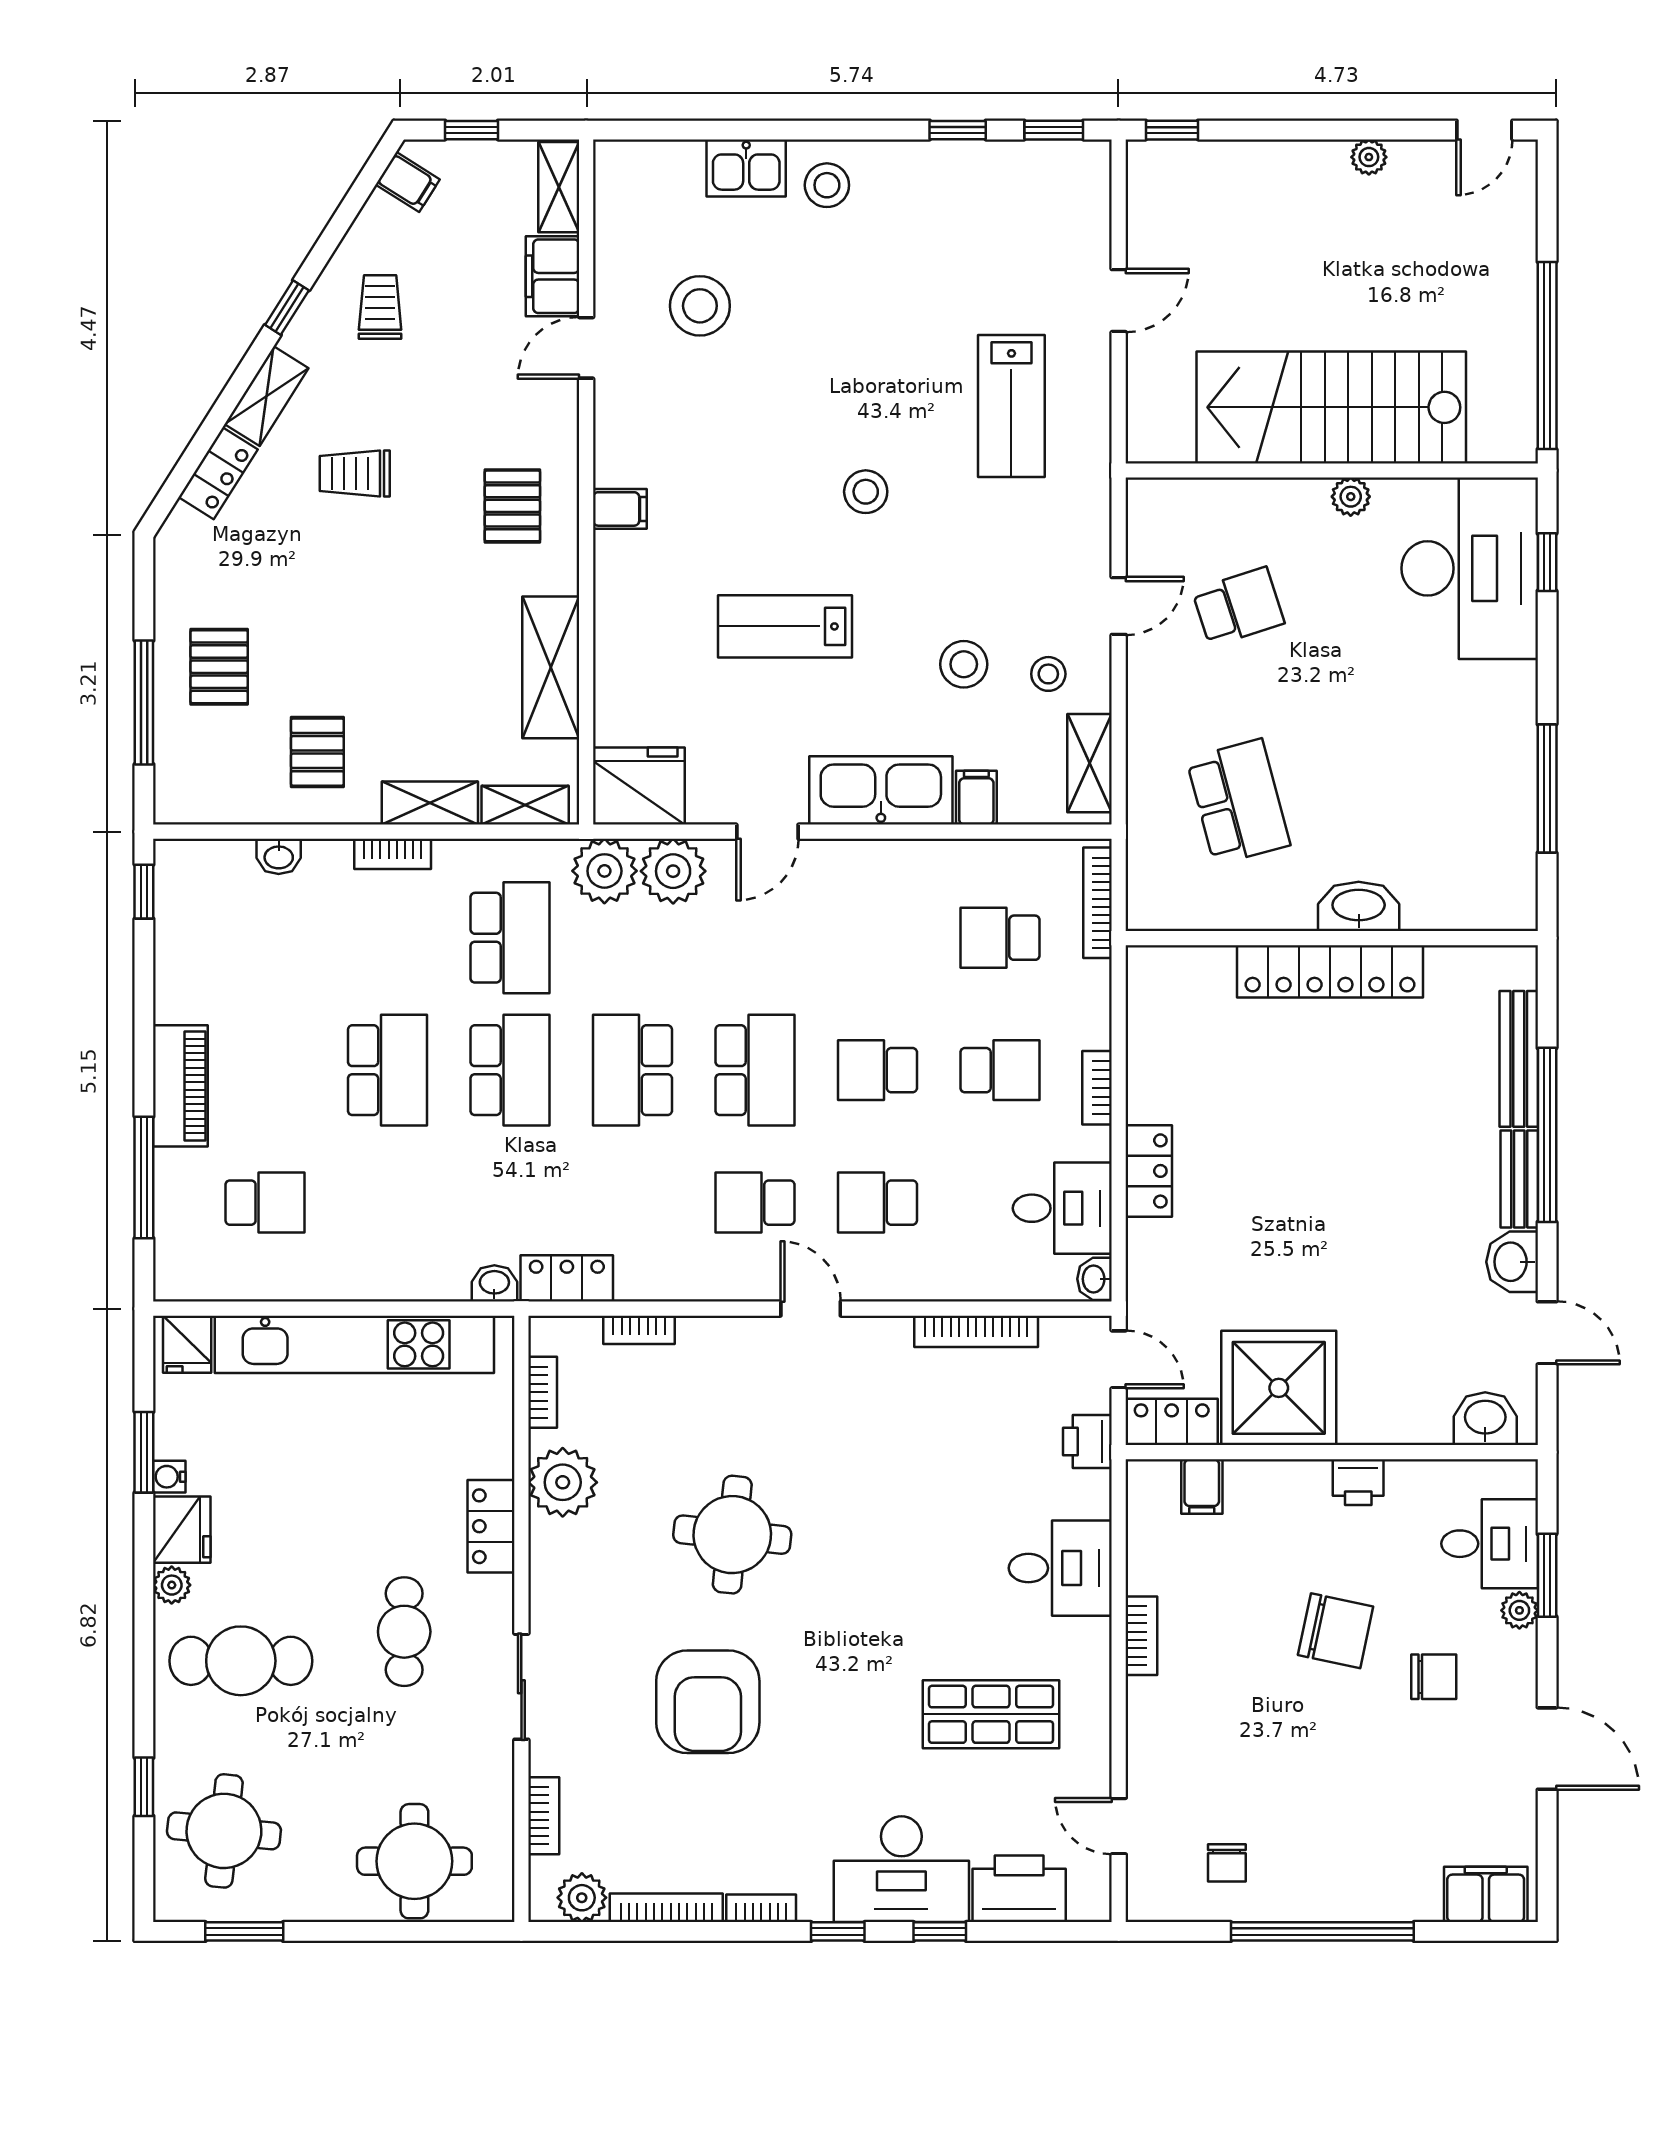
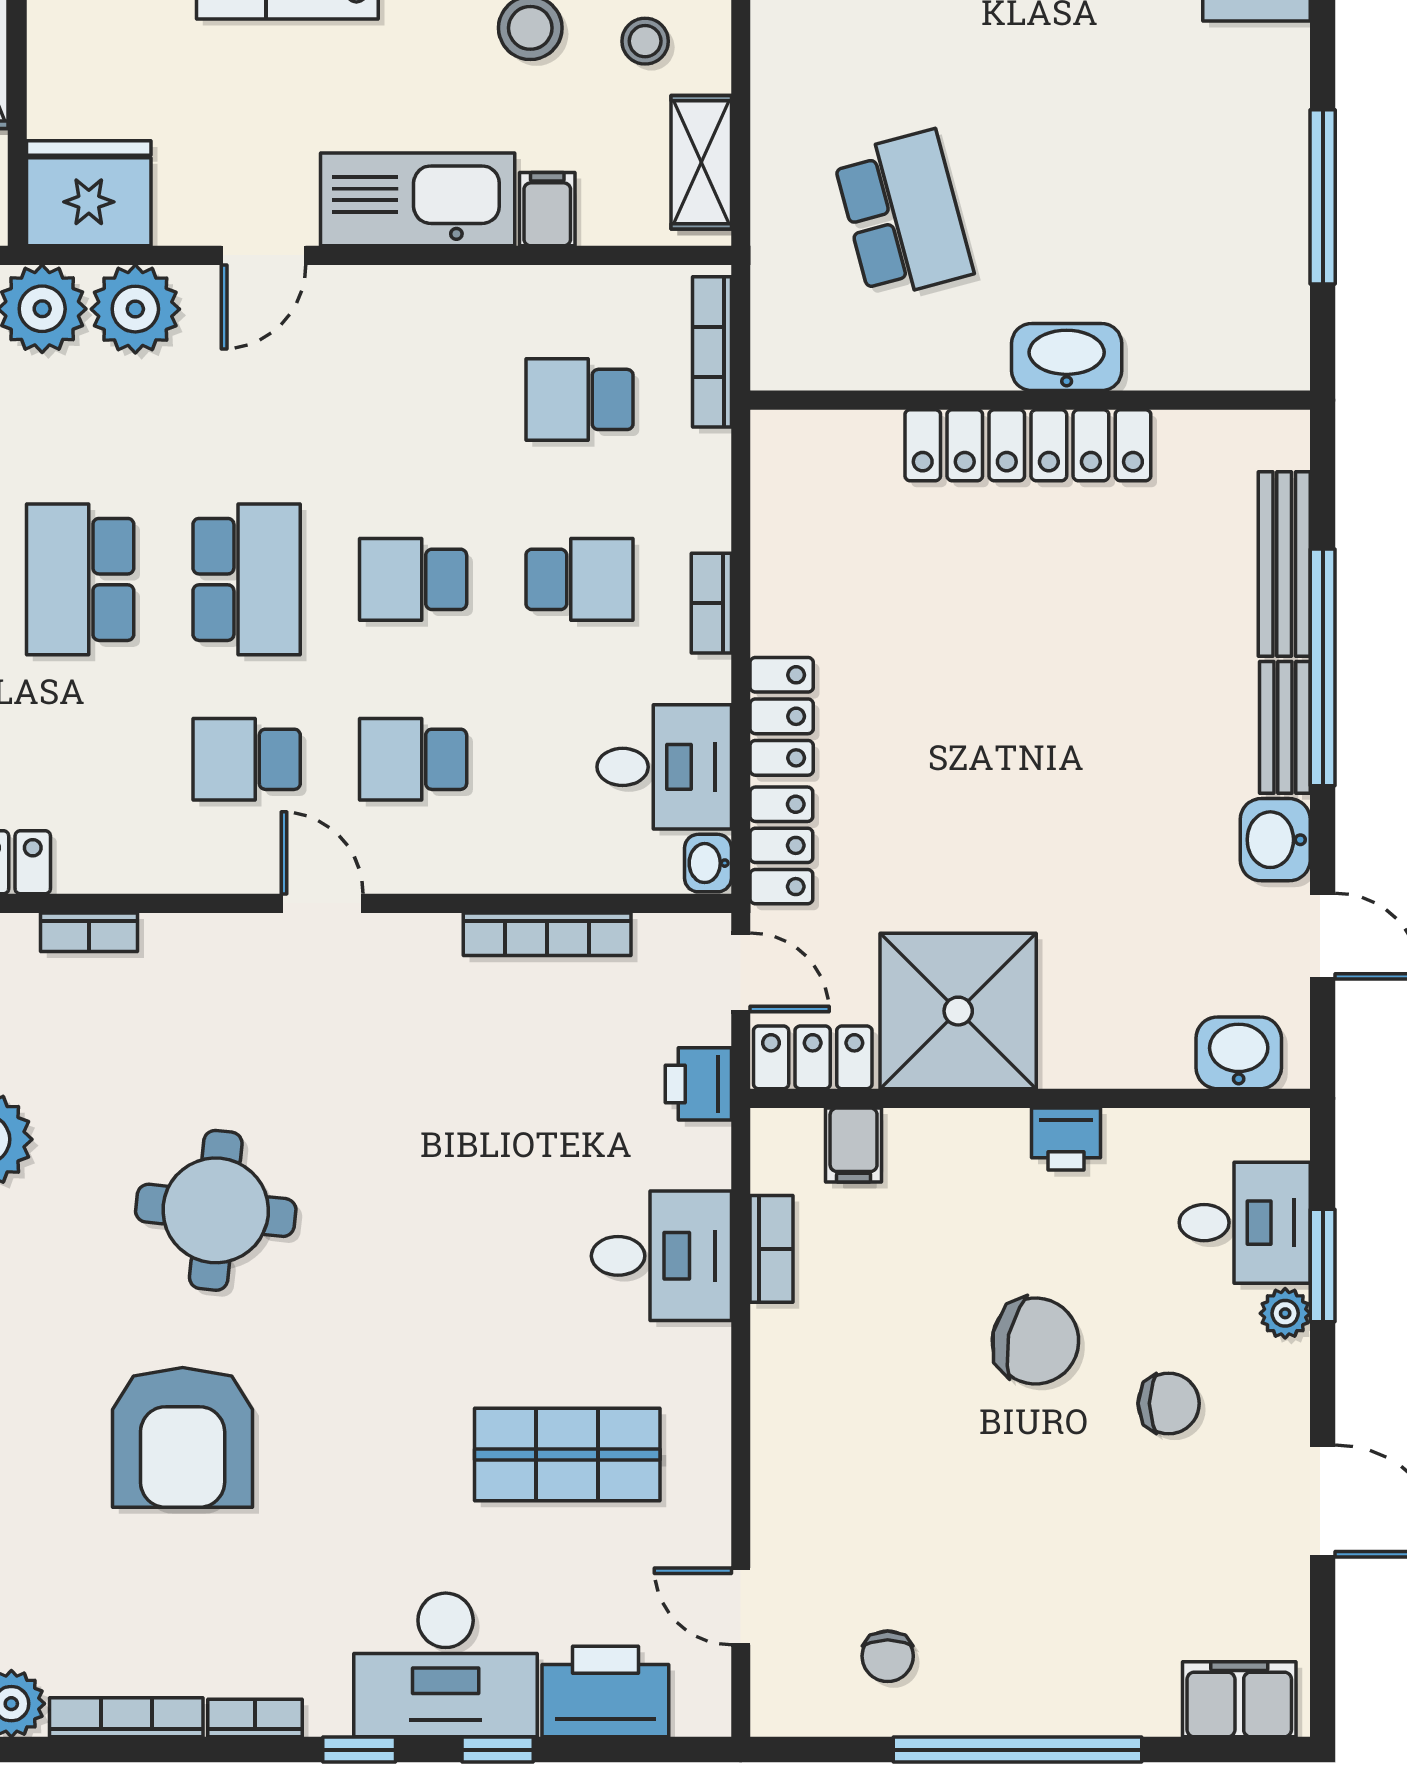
locker: (1149, 1266) -> (781, 845), added
bookcase: (1141, 1636) -> (772, 1249), moved

